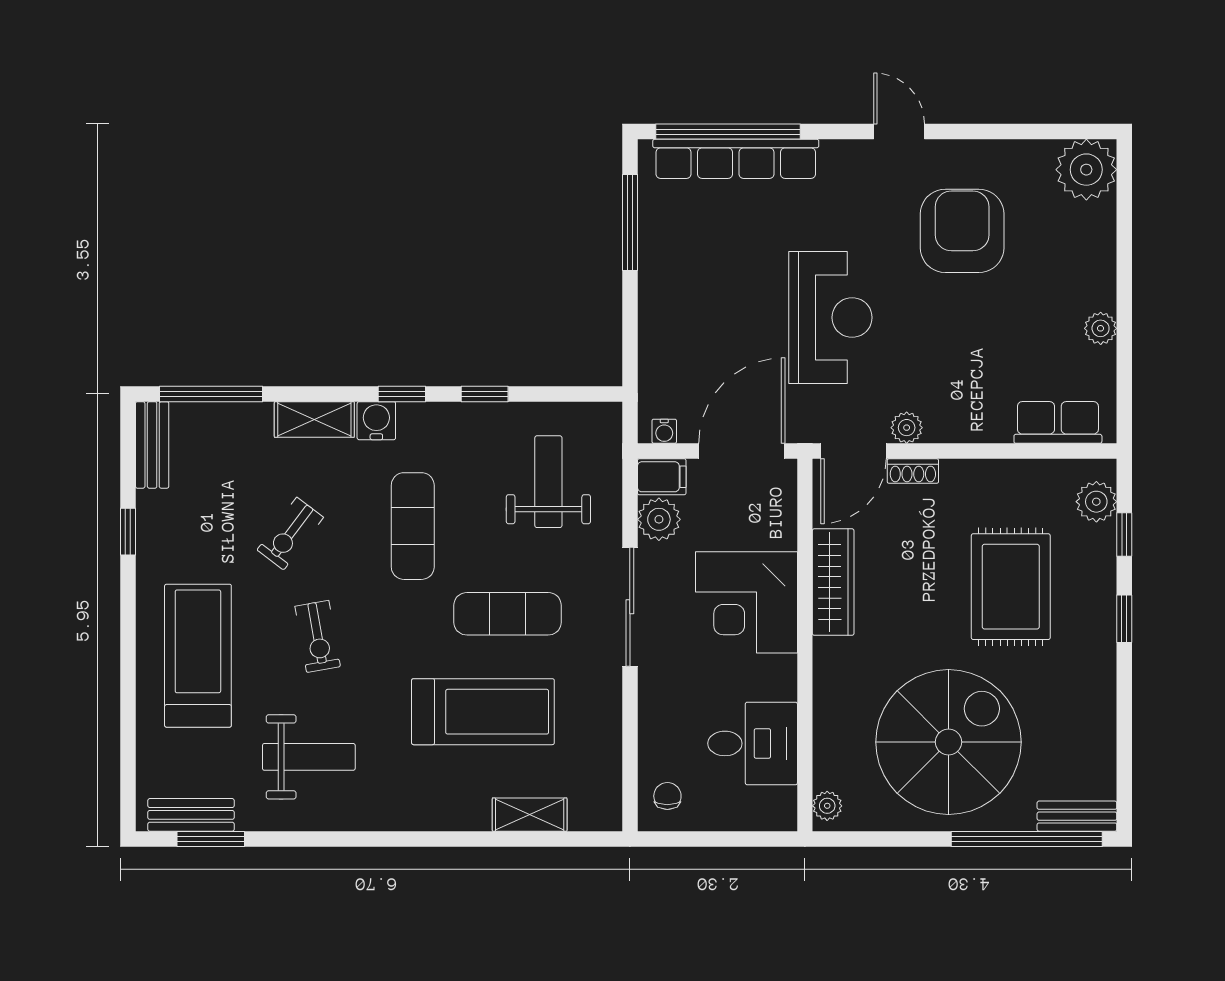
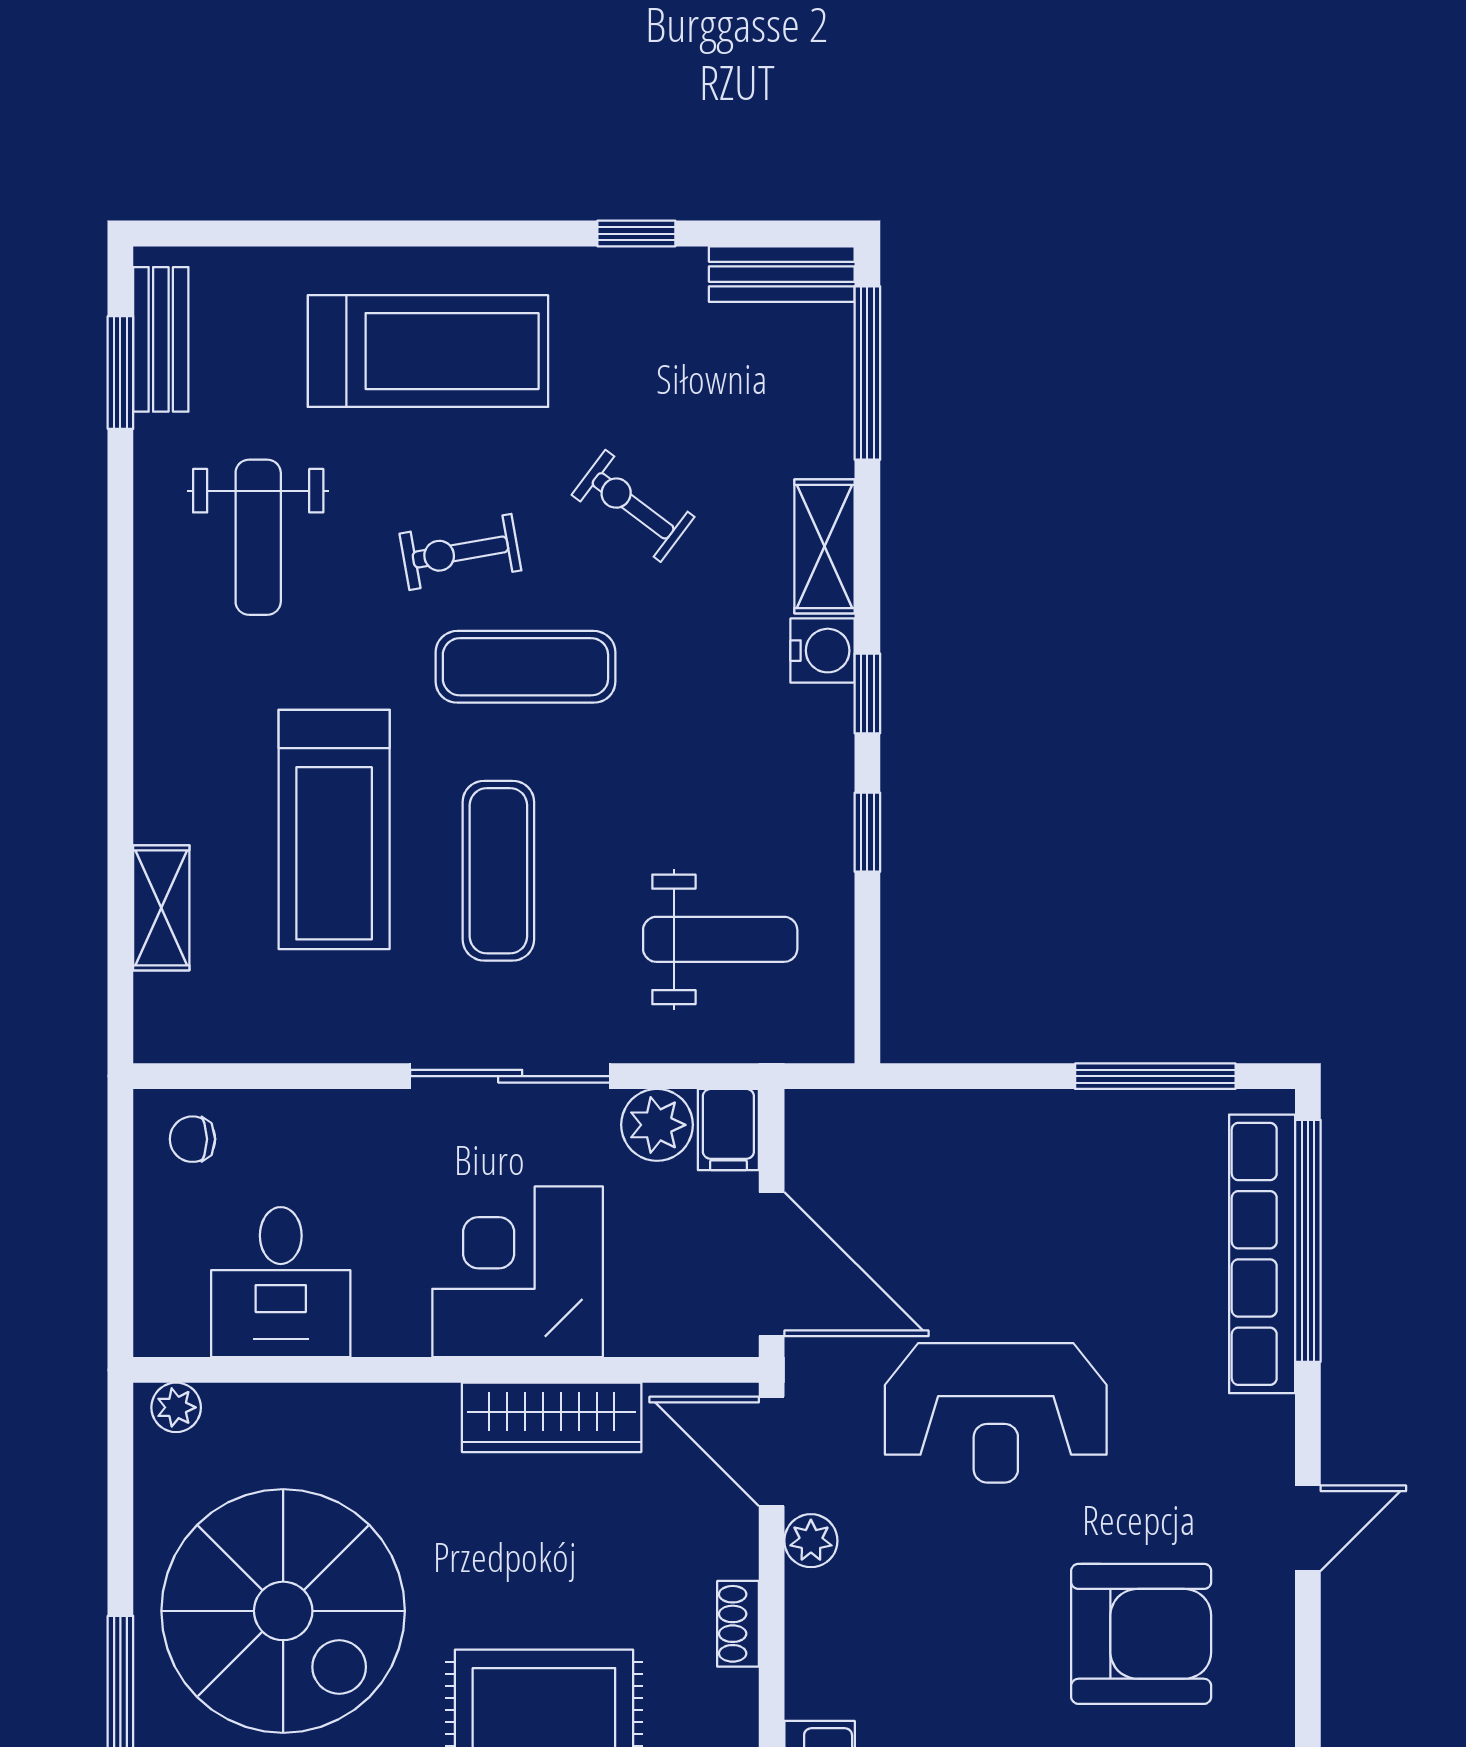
water cooler: (664, 431) -> (805, 1134), removed
shoe rack: (913, 471) -> (738, 1624), moved
exercise mat: (413, 526) -> (525, 667), moved
chair: (667, 796) -> (192, 1139), turned 180

